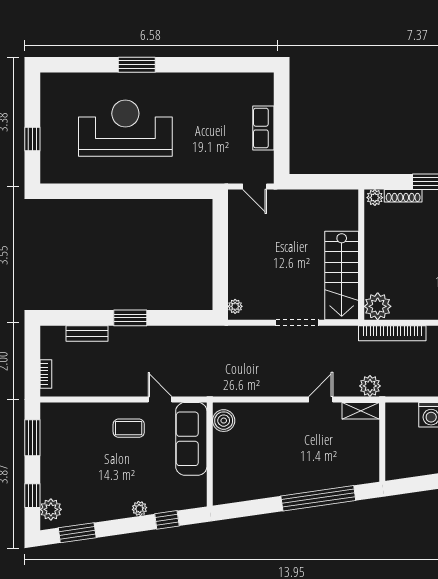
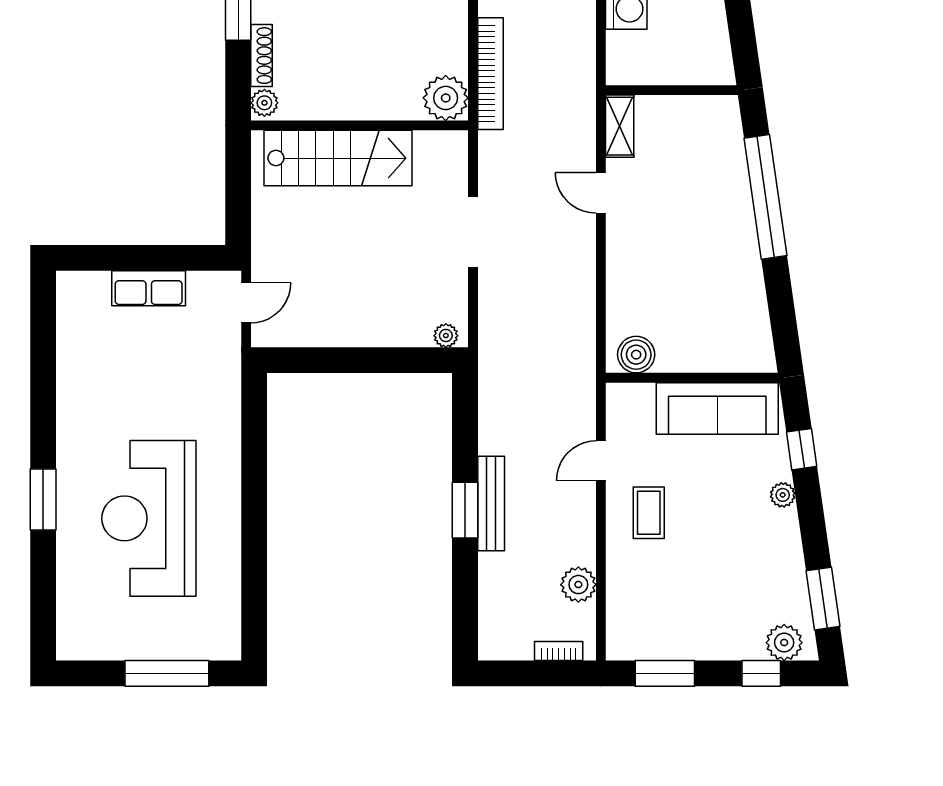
window: (32, 139) -> (167, 673), width x2.17
stairs: (342, 275) -> (338, 158), moved
bench: (87, 334) -> (491, 504), moved, width x1.36
plant: (370, 386) -> (578, 585), moved
sofa: (191, 439) -> (717, 408), moved

